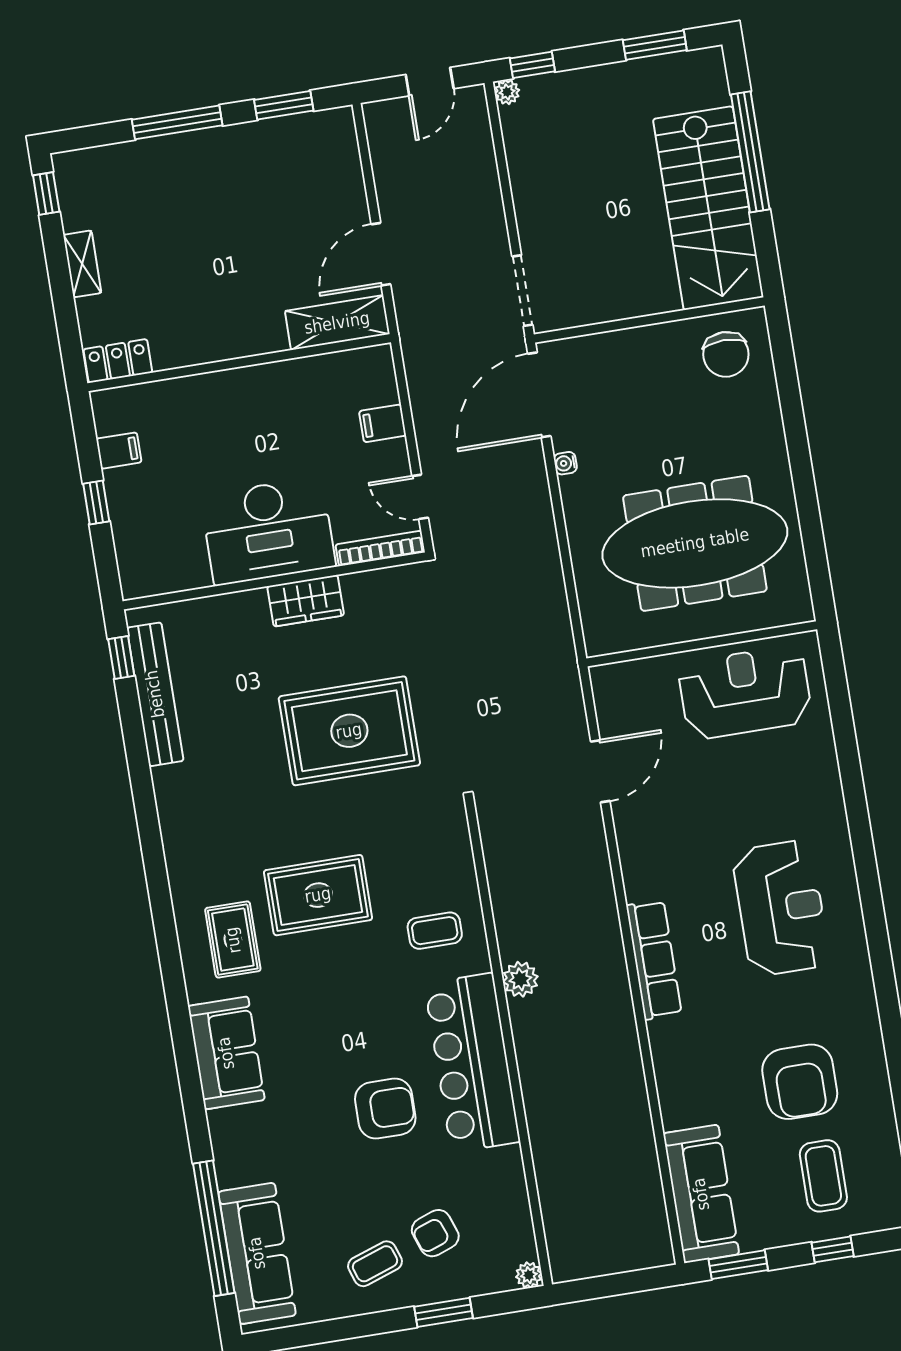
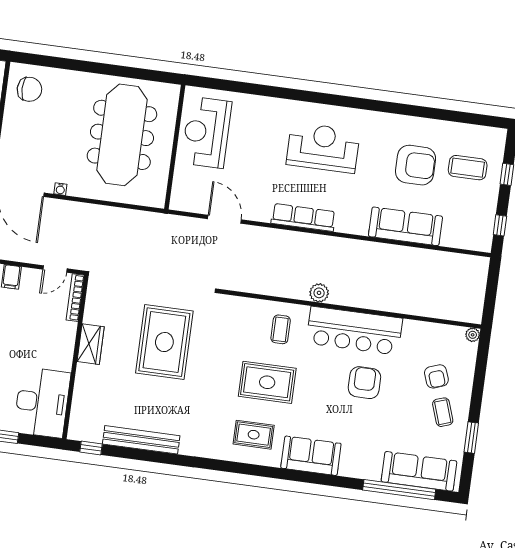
desk: (268, 531) -> (42, 402), moved
bench: (155, 694) -> (141, 440), moved
rug: (318, 895) -> (267, 382), moved, turned 90
row of seats: (654, 960) -> (303, 217), moved
sofa: (701, 1194) -> (405, 226), moved
window: (738, 1265) -> (500, 225), width x0.67
window: (443, 1312) -> (471, 438), moved

